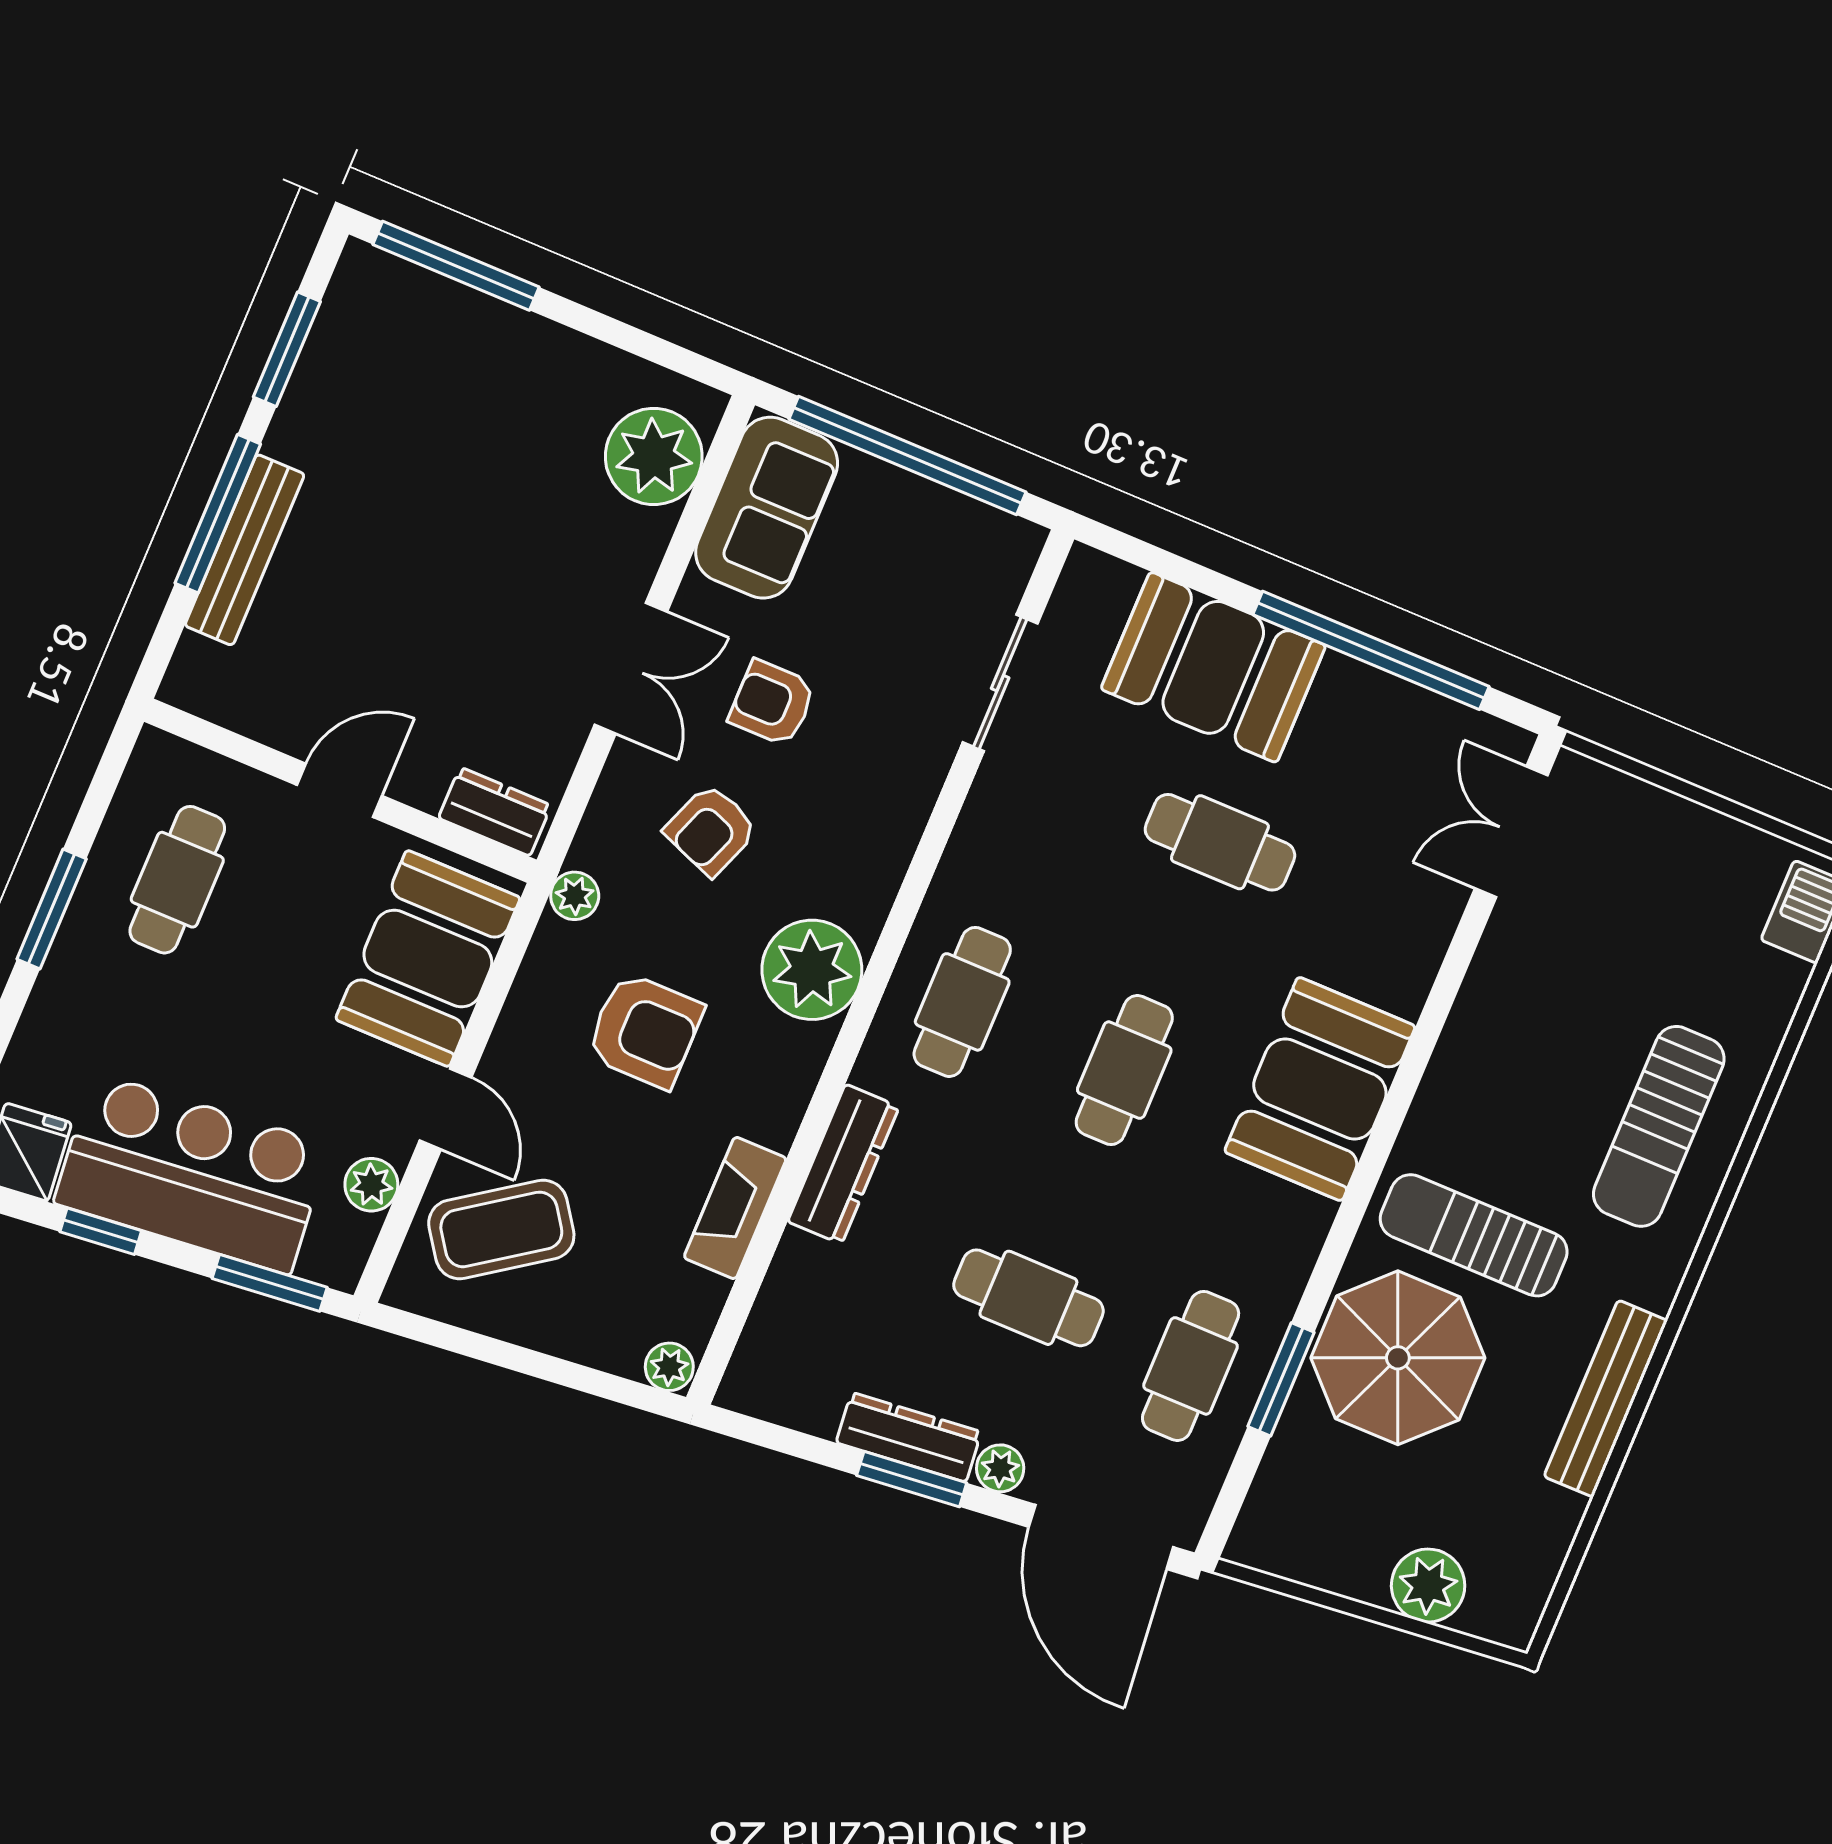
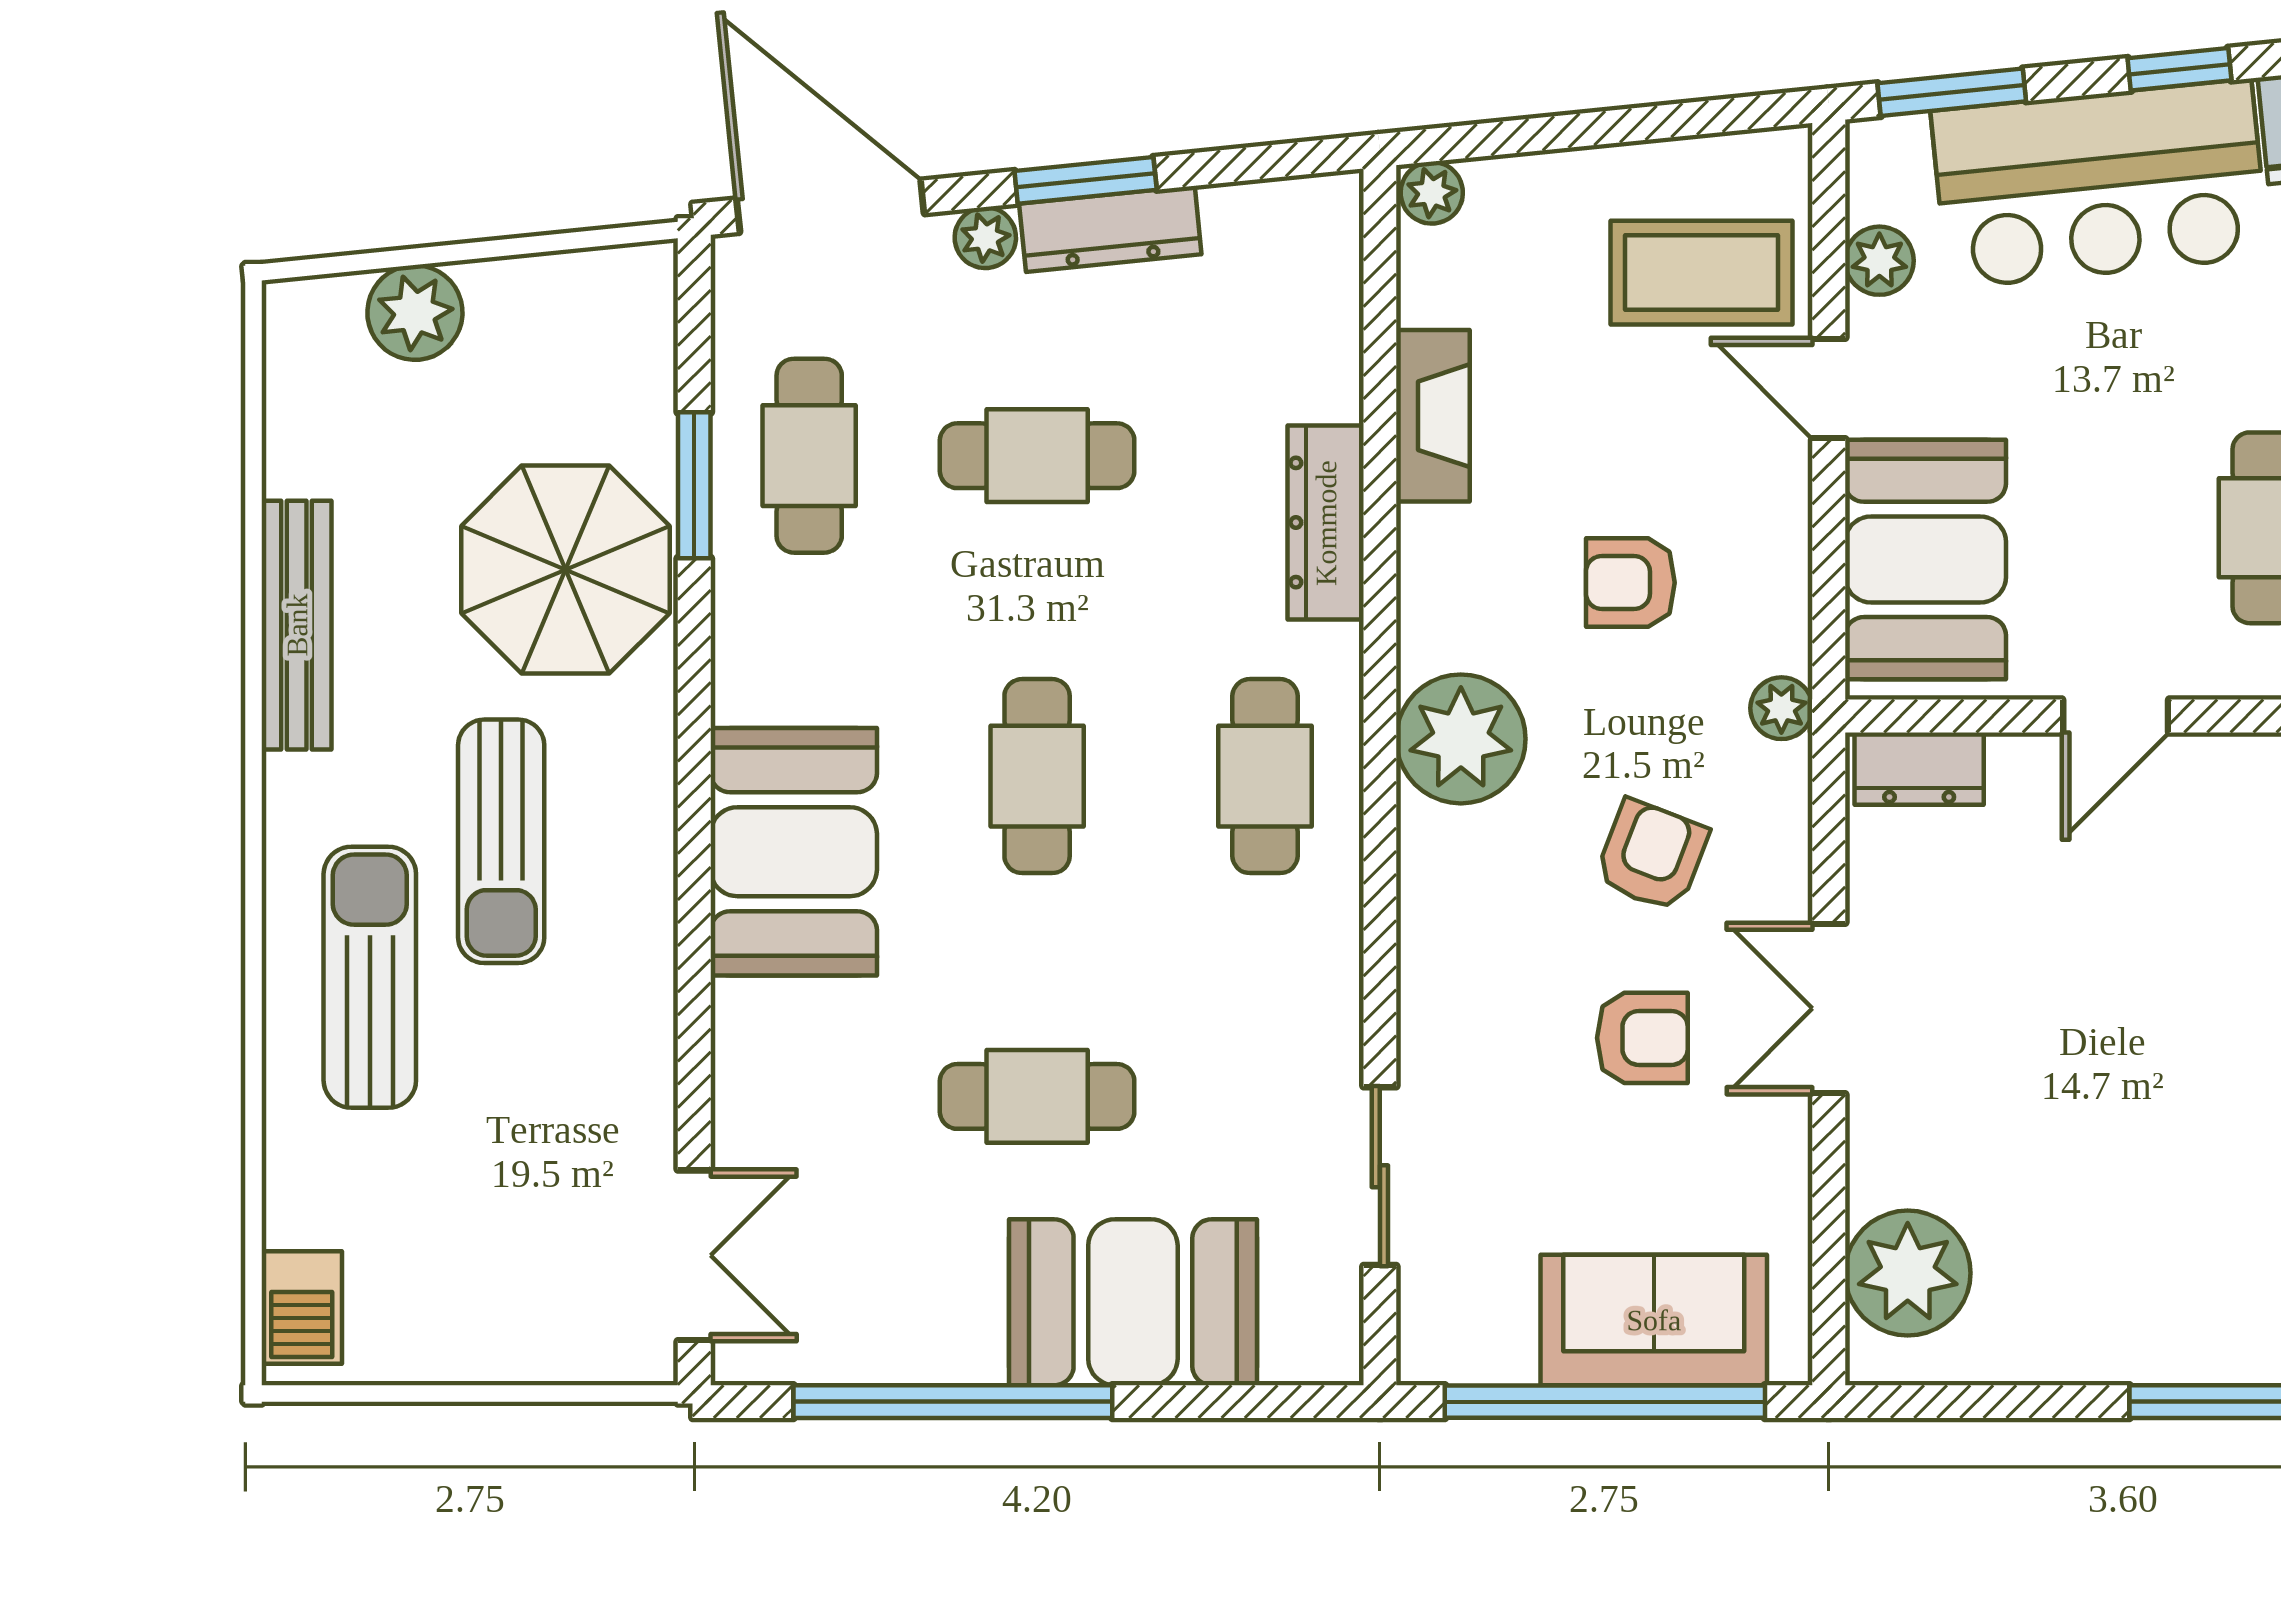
sofa: (767, 508) -> (1654, 1320), moved, turned 90
armchair: (645, 1030) -> (1630, 583), width x0.72, depth x0.72
coffee table: (501, 1229) -> (1702, 273), turned 35
sun lounger: (1474, 1235) -> (501, 841), moved, turned 90

